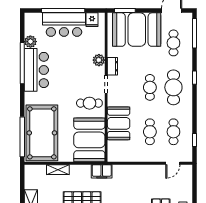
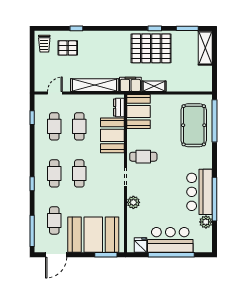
dresser: (112, 66) -> (119, 107), moved
cafe table: (173, 87) -> (54, 173), width x0.73, depth x0.74
pool table: (42, 133) -> (194, 125), width x0.73, depth x0.76
booth: (89, 140) -> (139, 112), width x0.73, depth x0.70
shelving: (58, 170) -> (154, 86), moved
shelving: (135, 171) -> (95, 85), added

